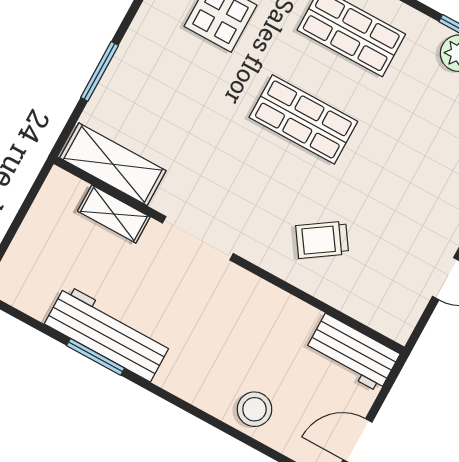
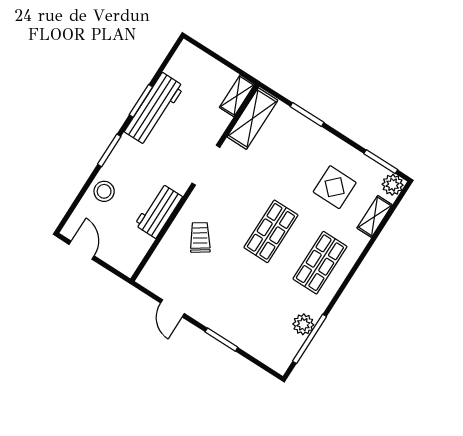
shelving: (114, 214) -> (237, 96), moved
workbench: (352, 353) -> (158, 211), moved
window: (184, 405) -> (109, 150), added

